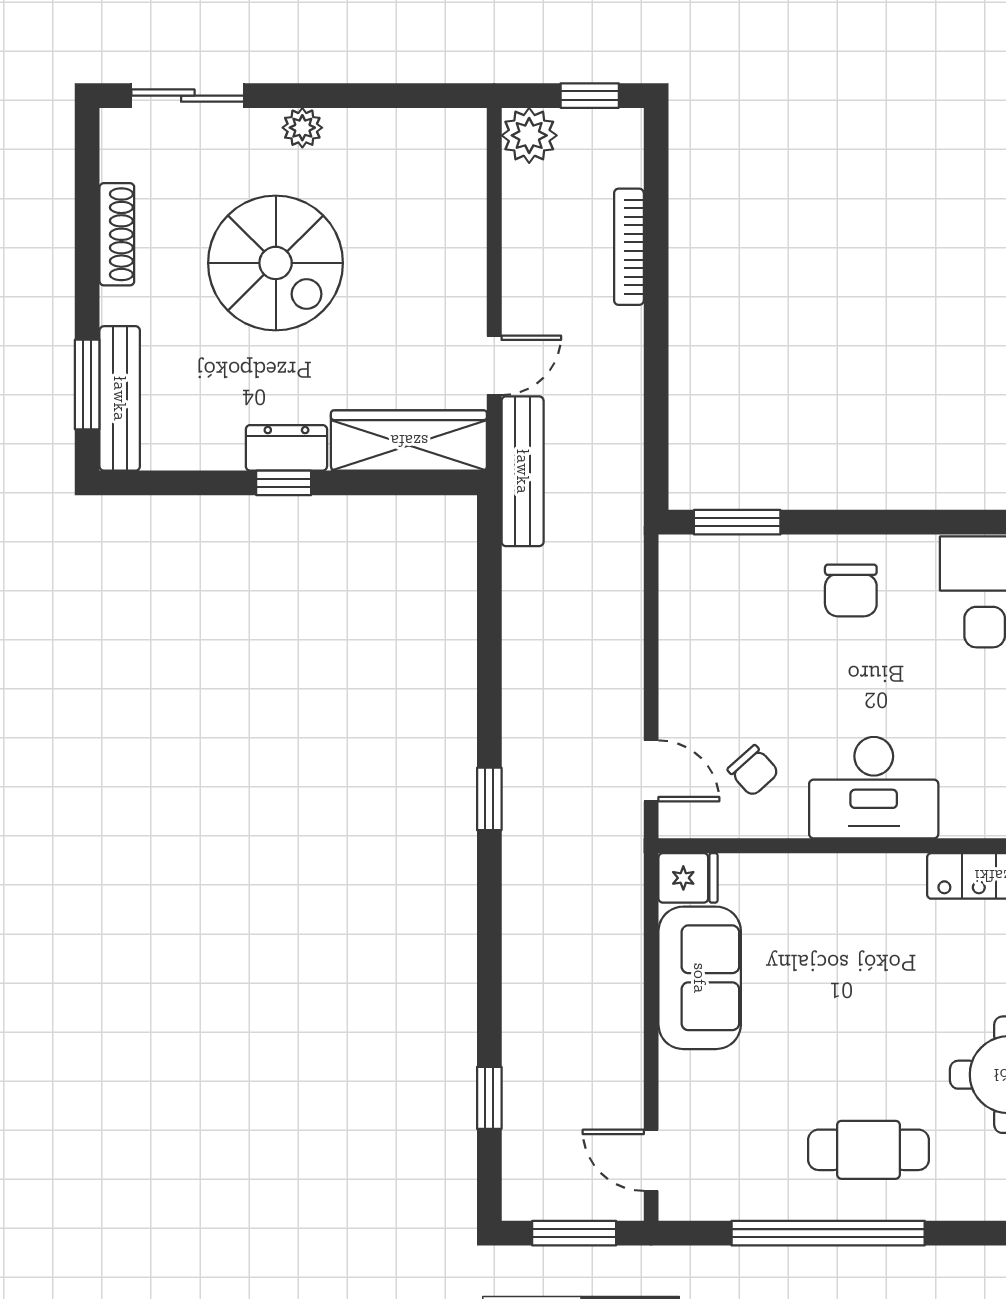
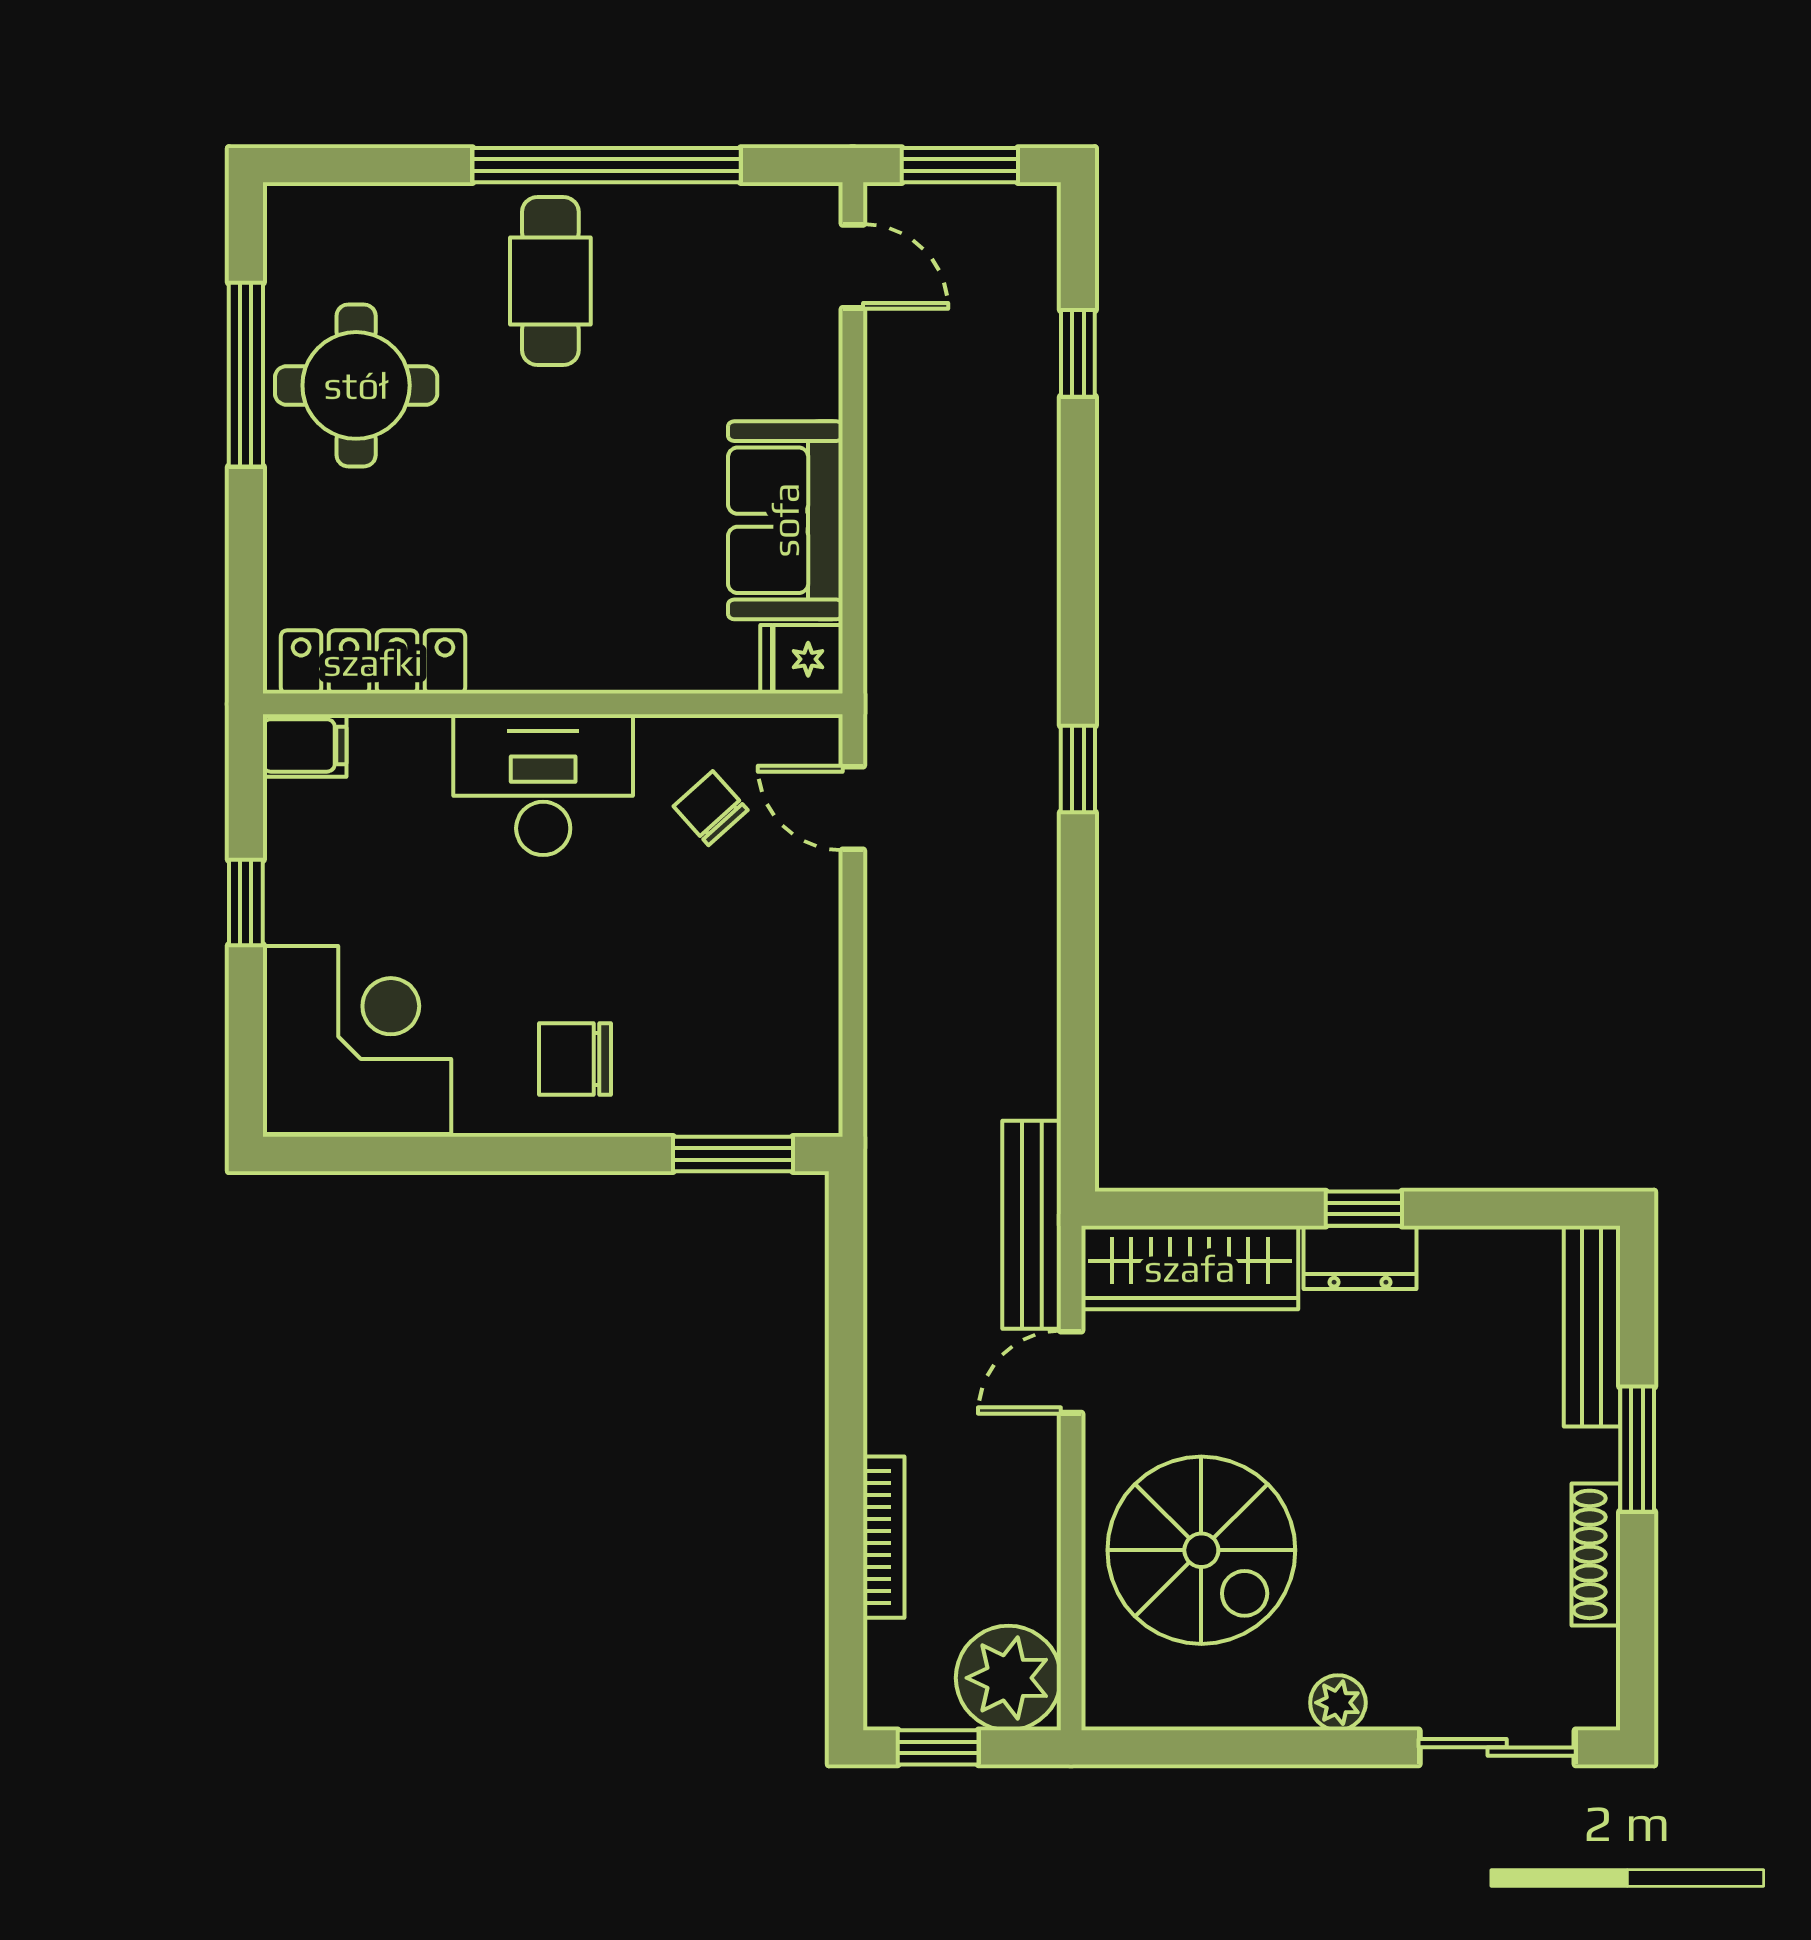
plant: (529, 135) -> (1008, 1678), width x1.36, depth x1.36
spiral stairs: (276, 263) -> (1201, 1550), moved, turned 180
window: (87, 384) -> (1637, 1449), moved
chair: (851, 590) -> (575, 1059), turned -90
cafe table: (869, 1150) -> (550, 281), turned 90

